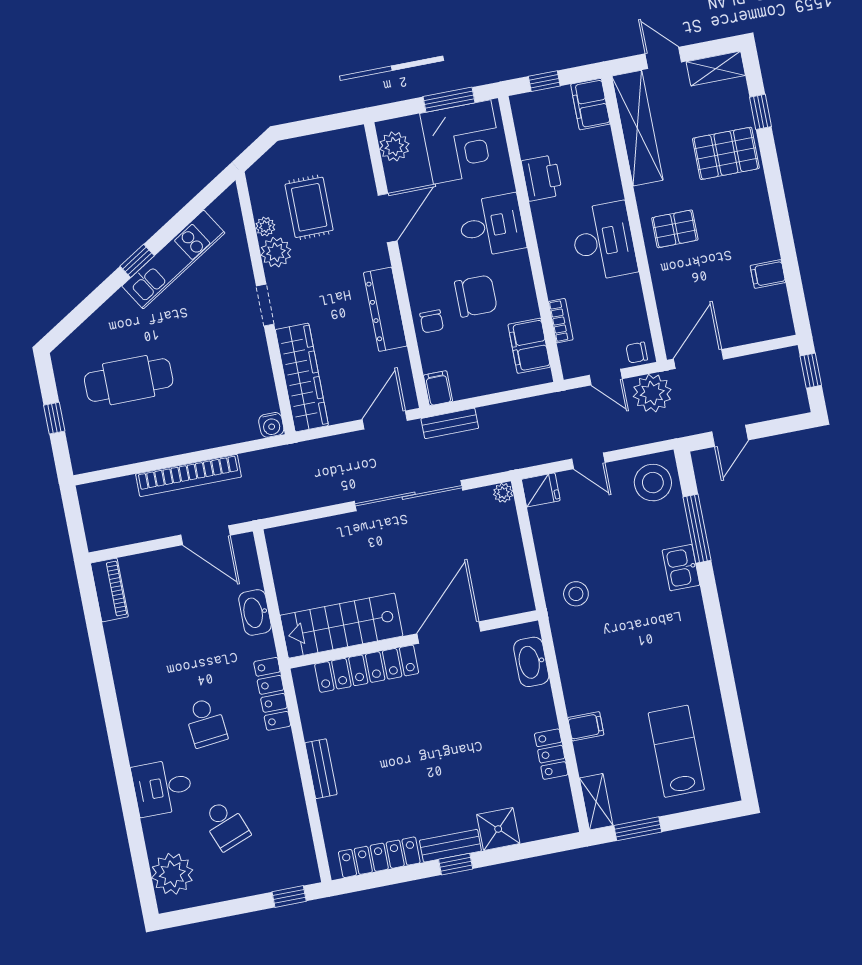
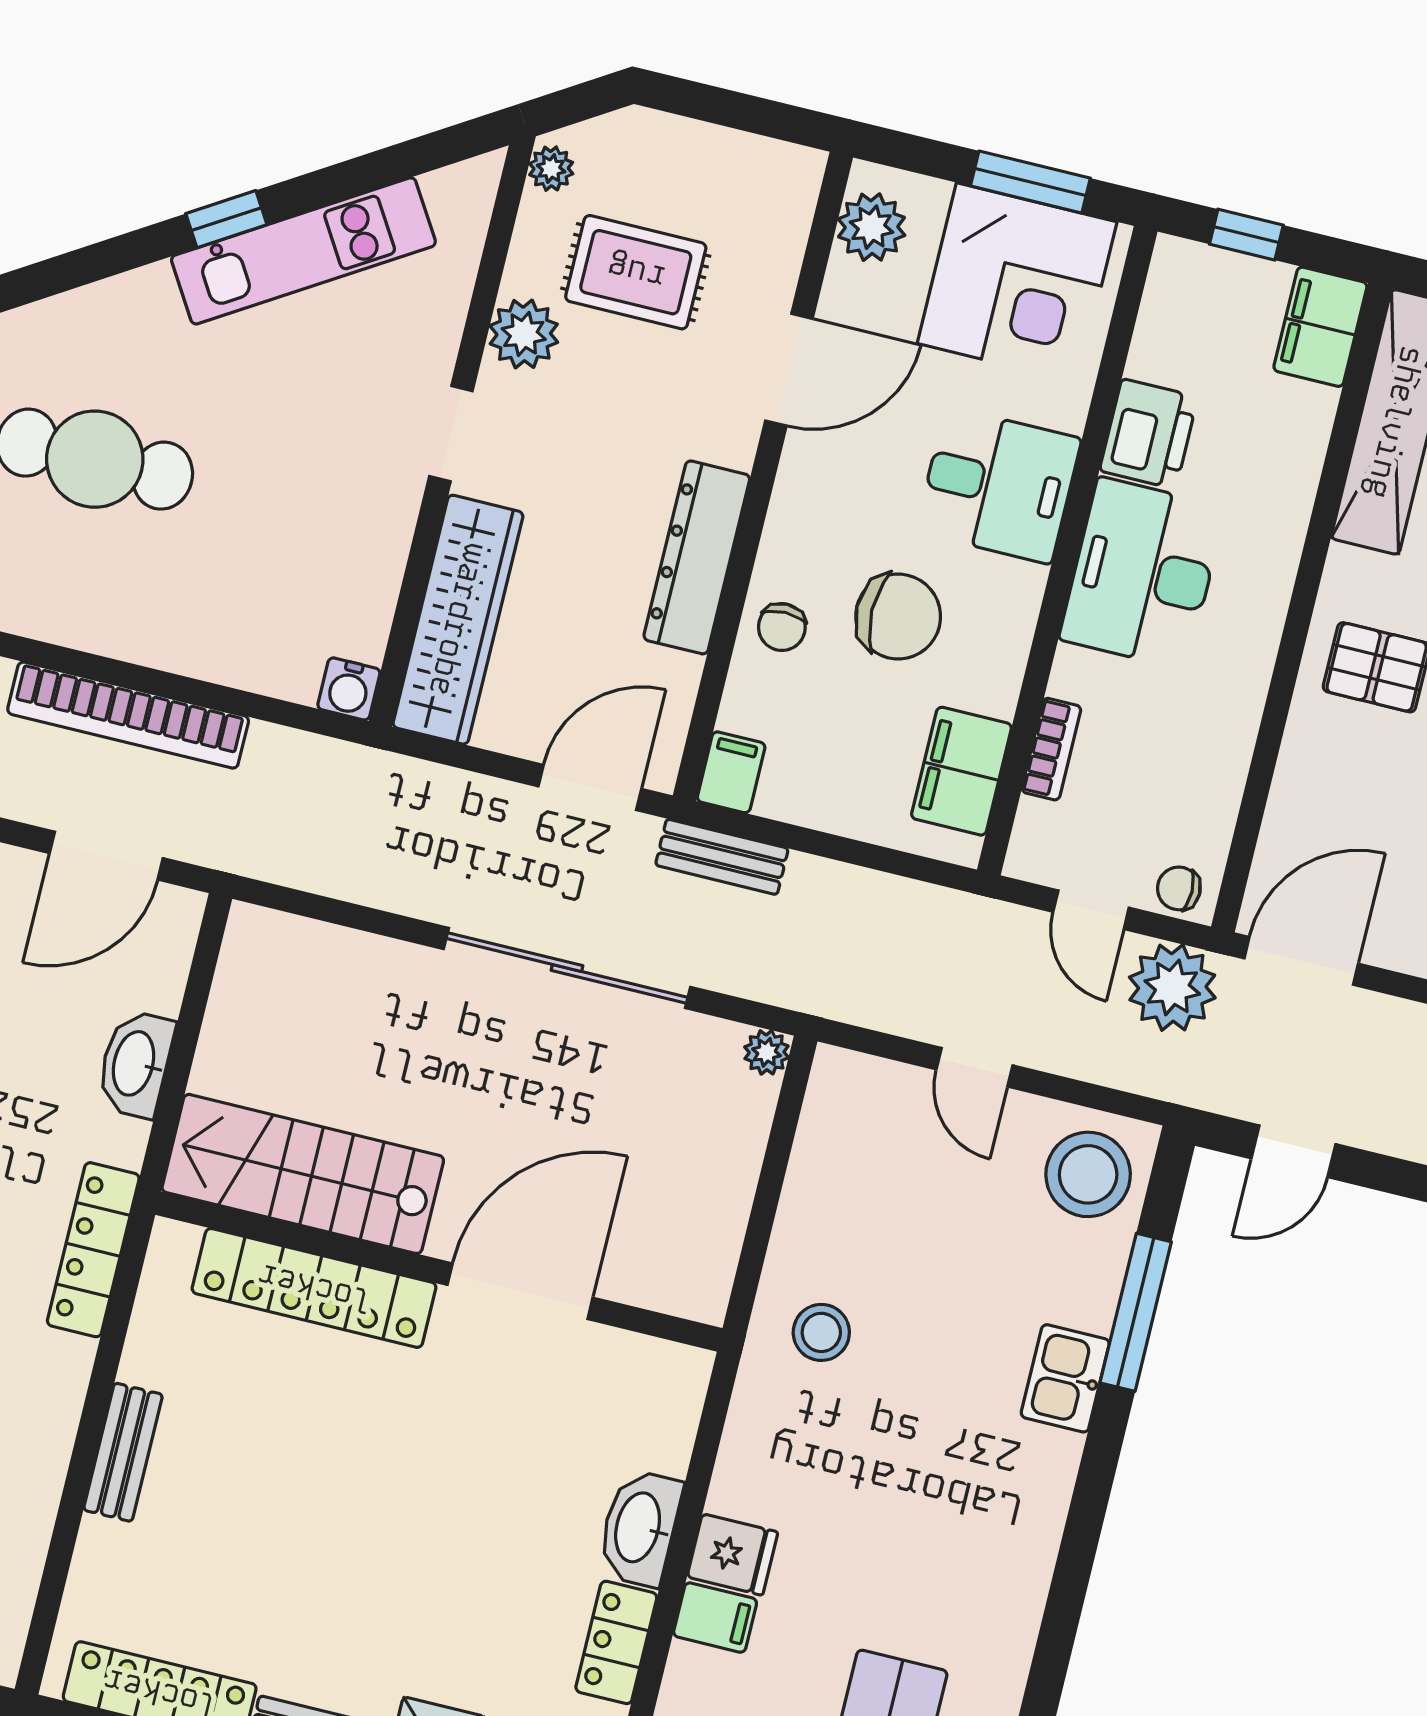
rug: (309, 207) -> (636, 272), turned 90
plant: (265, 227) -> (551, 169), moved
desk: (604, 241) -> (1142, 573), moved, turned 180
fridge: (541, 490) -> (732, 1555), moved
door: (205, 535) -> (106, 856), hinge flipped
washbasin: (531, 662) -> (639, 1528), moved

